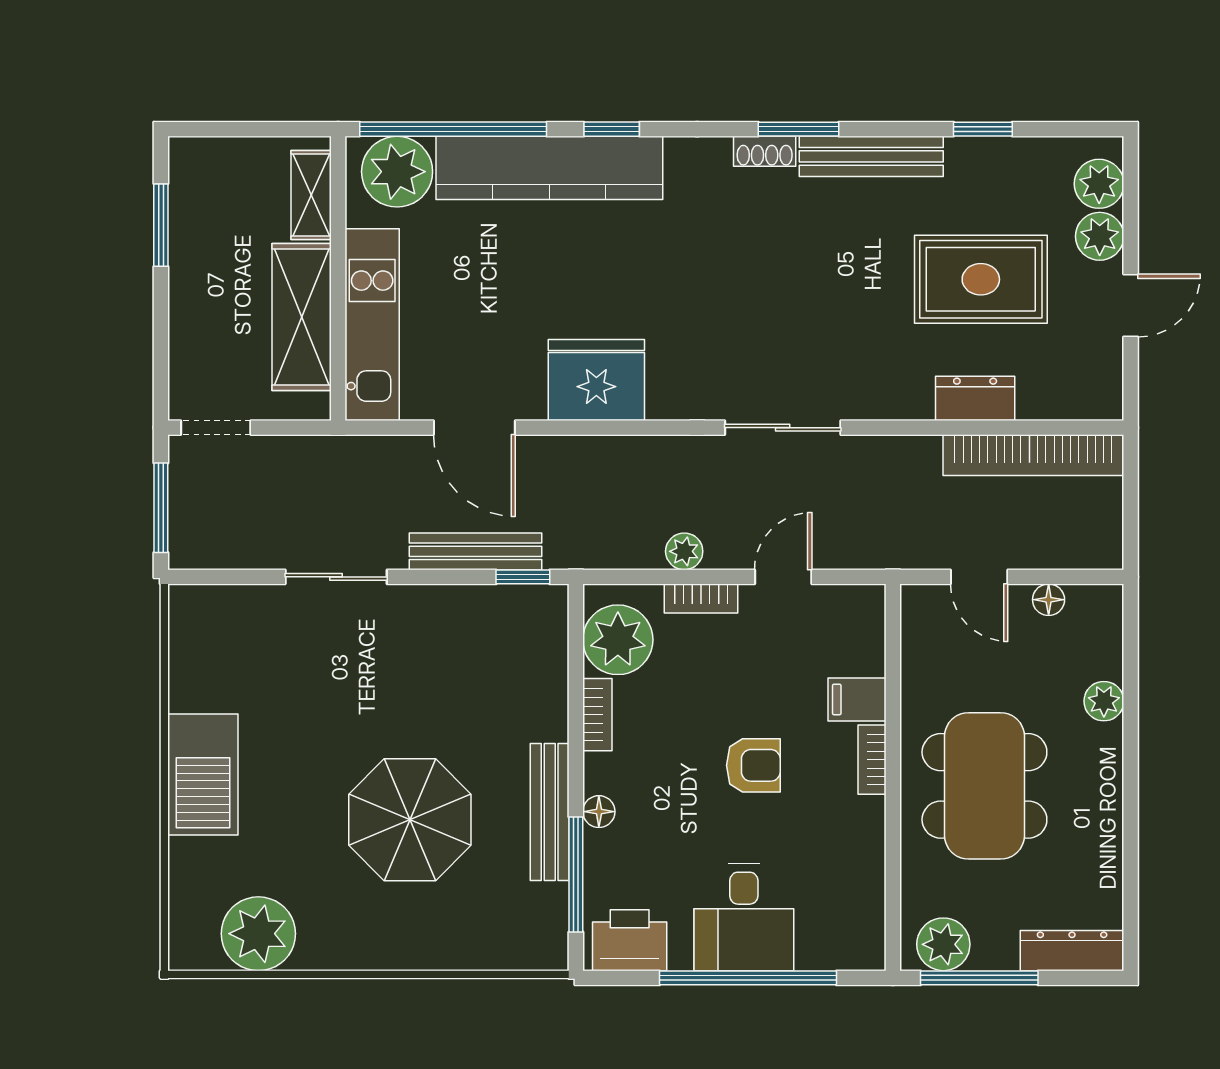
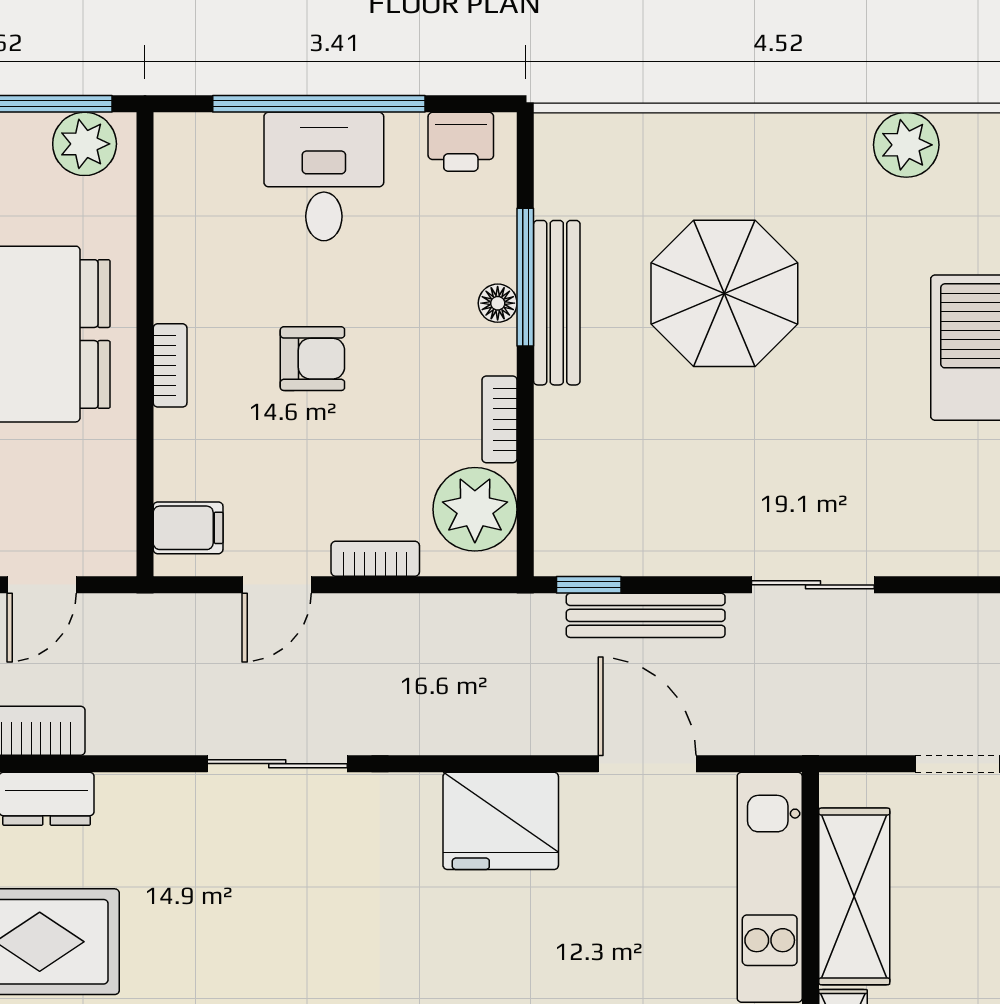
plant: (684, 551) -> (395, 615), removed
door: (979, 577) -> (42, 585), swing flipped
filing cabinet: (857, 699) -> (188, 528), moved
armchair: (753, 765) -> (312, 359), turned 180
window: (576, 875) -> (525, 277), moved
plant: (258, 934) -> (906, 145), width x0.73, depth x0.73
printer: (630, 940) -> (461, 142), width x0.73, depth x0.81

